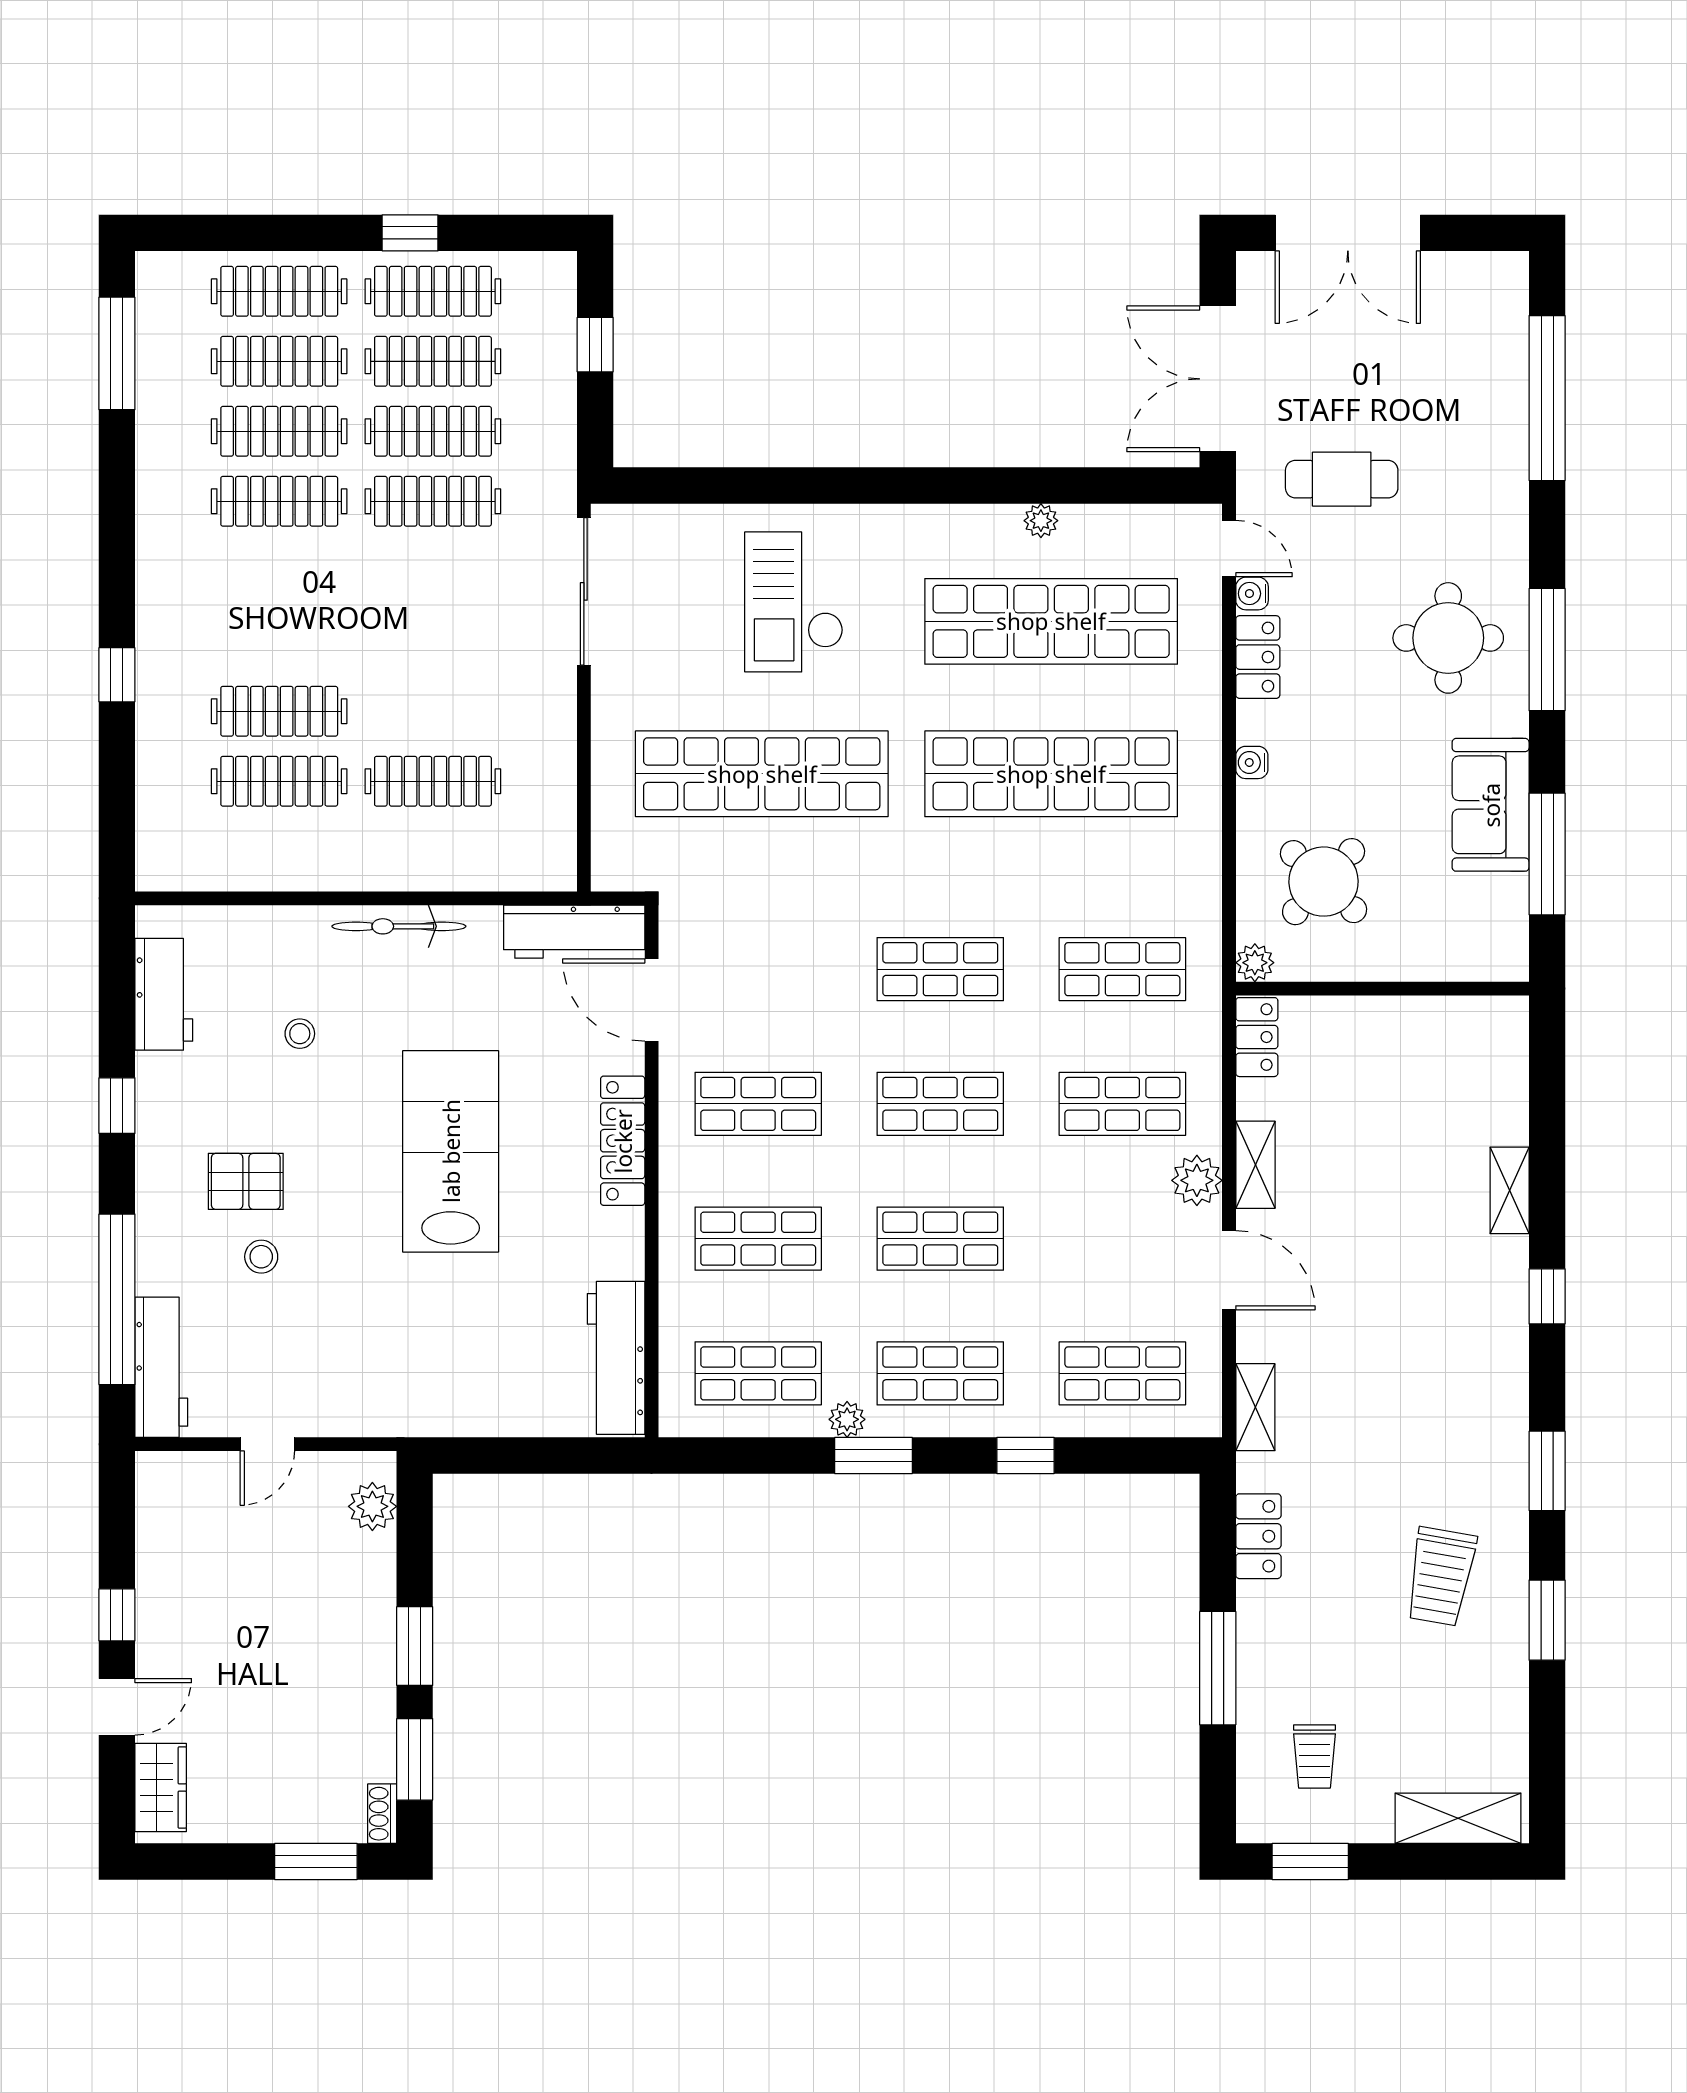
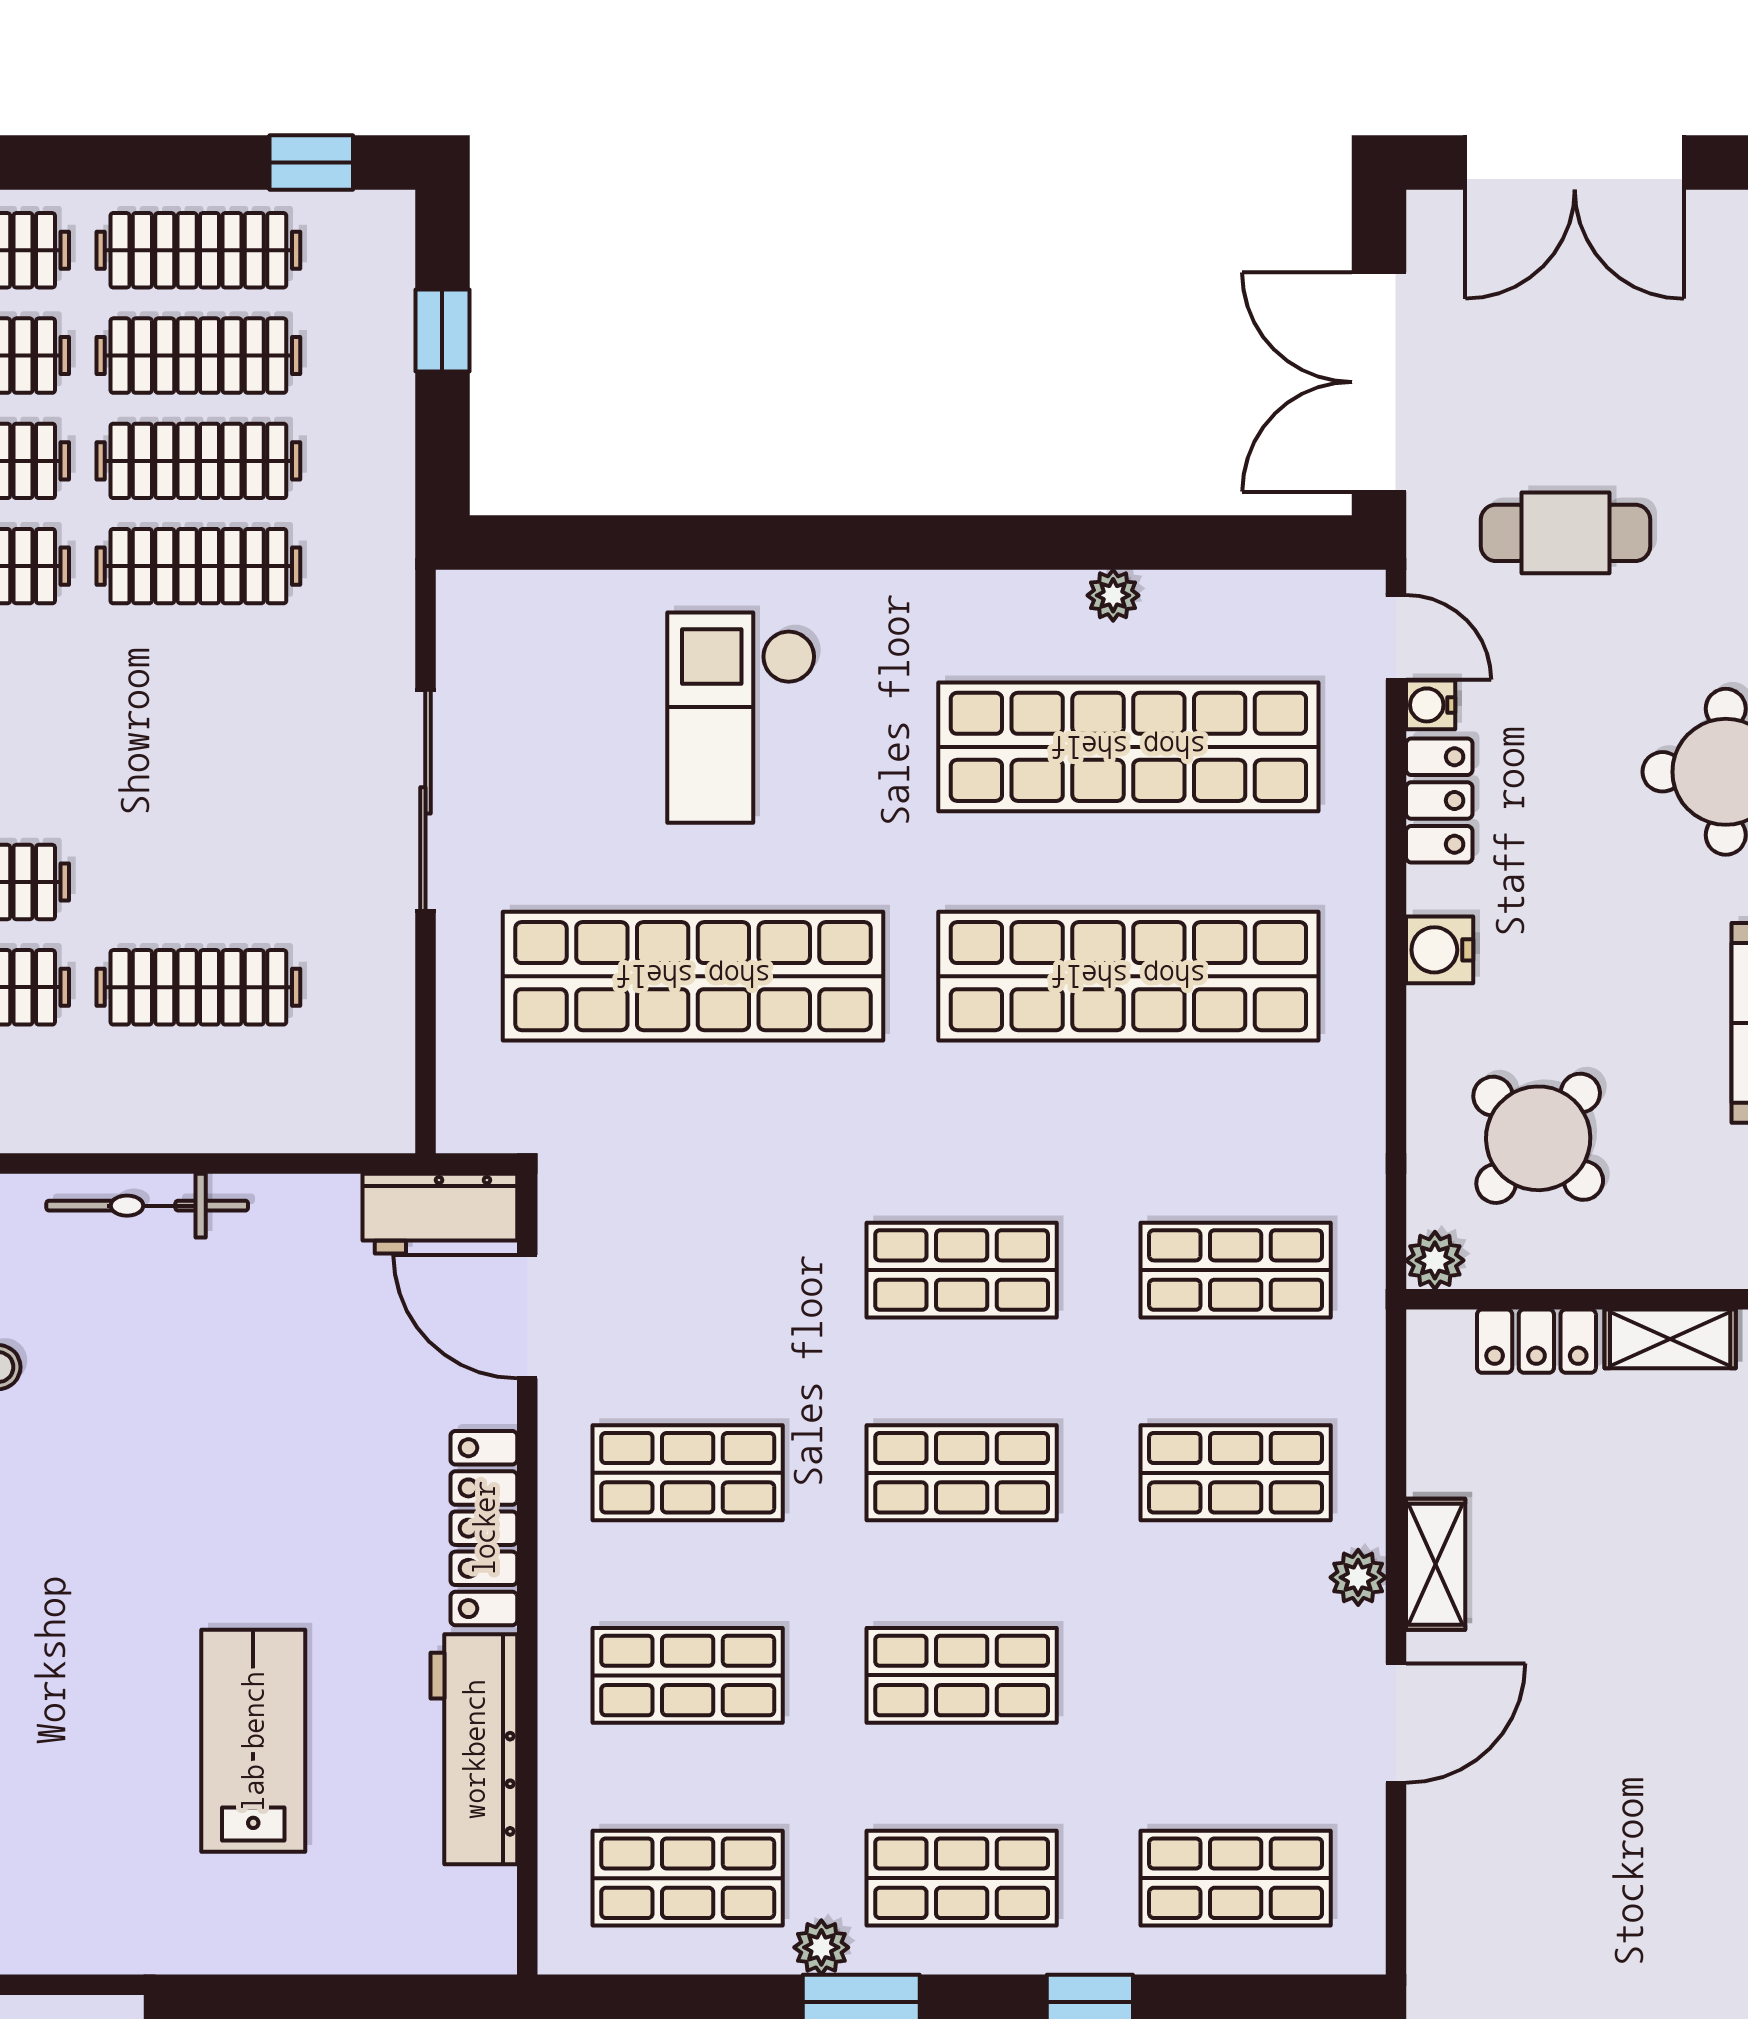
window: (410, 233) -> (311, 162), moved
sliding door: (584, 591) -> (425, 800), moved
water cooler: (1252, 762) -> (1440, 950), width x1.38, depth x1.38
workbench: (574, 932) -> (440, 1214), width x0.73
locker: (1257, 1037) -> (1536, 1341), moved, turned 90
lab bench: (451, 1151) -> (253, 1741), moved, width x0.73, depth x0.72
plant: (1197, 1180) -> (1358, 1577), width x0.73, depth x0.73
door: (1229, 1270) -> (1396, 1723), hinge flipped
workbench: (616, 1358) -> (474, 1749), moved
shelving: (1255, 1407) -> (1670, 1339), moved, turned 90

